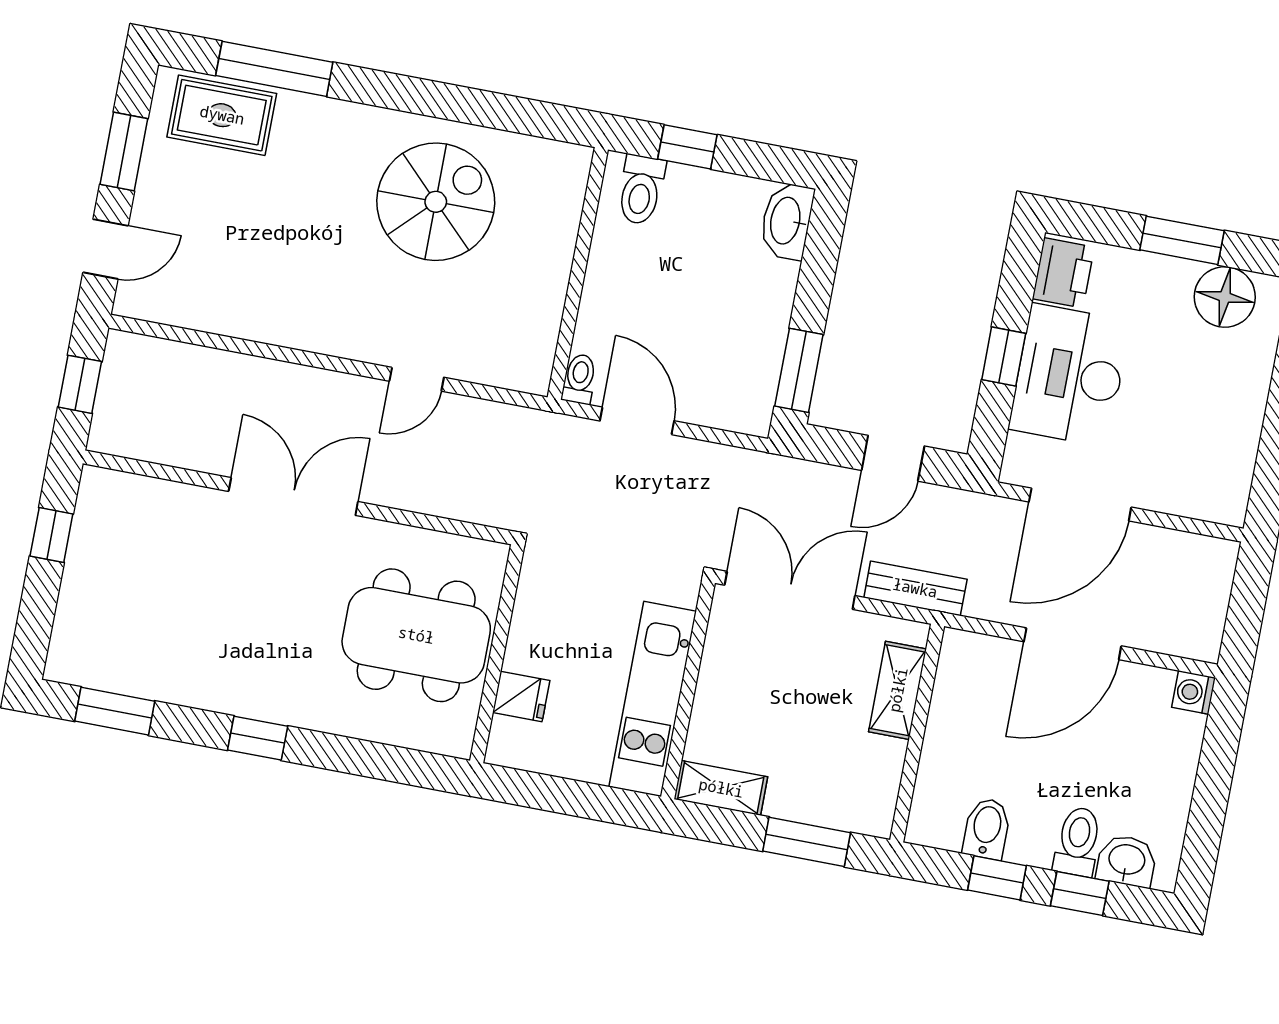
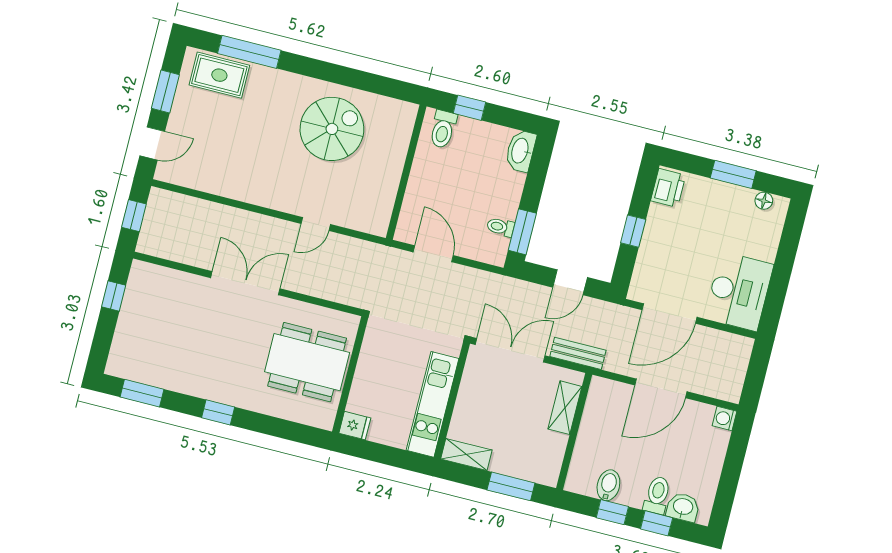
floor lamp: (1225, 297) -> (764, 201), width x0.53, depth x0.53
desk: (1069, 375) -> (739, 291), moved, turned 180
toilet: (579, 379) -> (500, 227), moved, turned -90
fridge: (521, 696) -> (355, 426), moved

